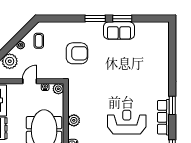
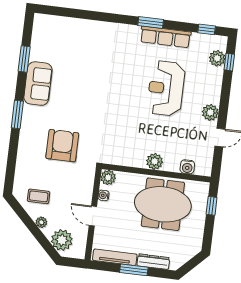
window: (122, 19) -> (24, 59), moved

